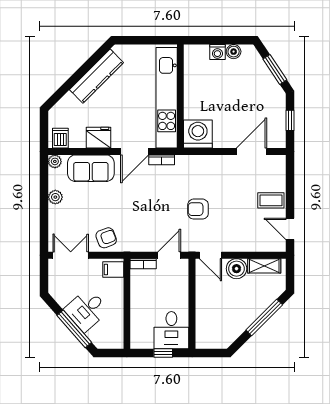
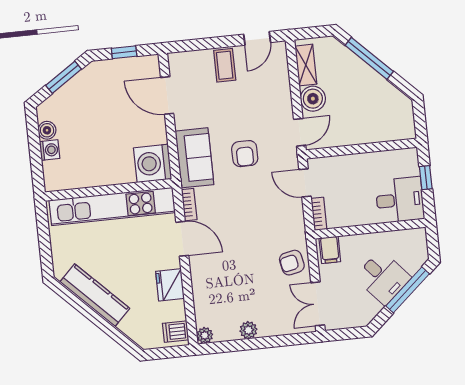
sofa: (91, 168) -> (195, 158), moved
armchair: (106, 238) -> (292, 263), turned -81
desk: (171, 330) -> (400, 200), moved

